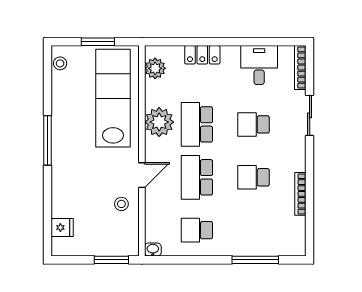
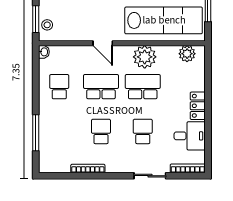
locker: (202, 55) -> (198, 106), moved
stool: (121, 204) -> (47, 25), moved

